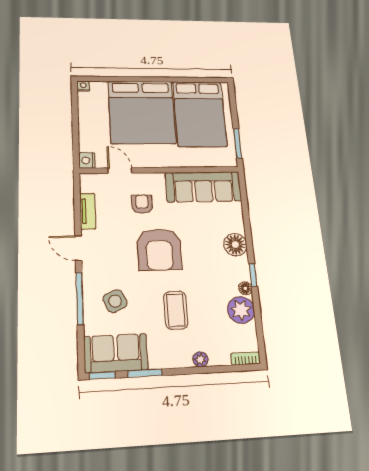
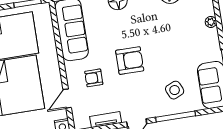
armchair: (159, 249) -> (130, 61), width x0.73, depth x0.73
coffee table: (176, 310) -> (176, 44), removed

